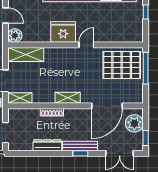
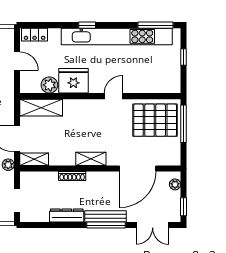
fridge: (63, 32) -> (73, 81), moved
plant: (15, 36) -> (49, 85), moved
plant: (134, 123) -> (175, 184), width x0.53, depth x0.53
window: (80, 153) -> (106, 225), width x2.17

